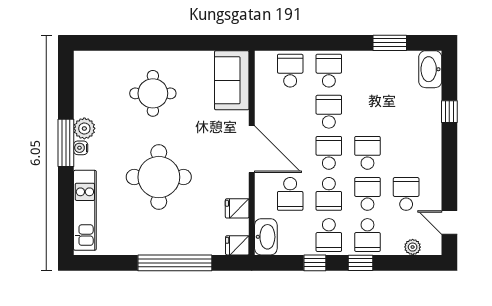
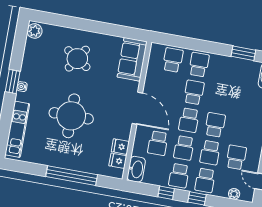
round table: (153, 93) -> (77, 59), turned 33
plant: (84, 128) -> (35, 31), moved
window: (66, 143) -> (13, 82), width x0.69
school desk: (329, 153) -> (189, 120), turned 180
school desk: (367, 194) -> (210, 153), turned 180
fridge: (237, 245) -> (118, 161), moved

